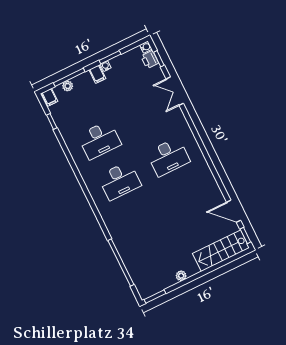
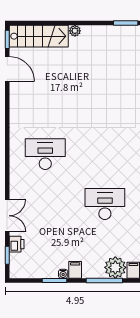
water cooler: (146, 47) -> (14, 273), removed
printer: (150, 60) -> (17, 244), moved
plant: (68, 86) -> (115, 267), width x1.88, depth x1.88
desk: (119, 181) -> (105, 154), removed
plant: (181, 276) -> (75, 31), moved

